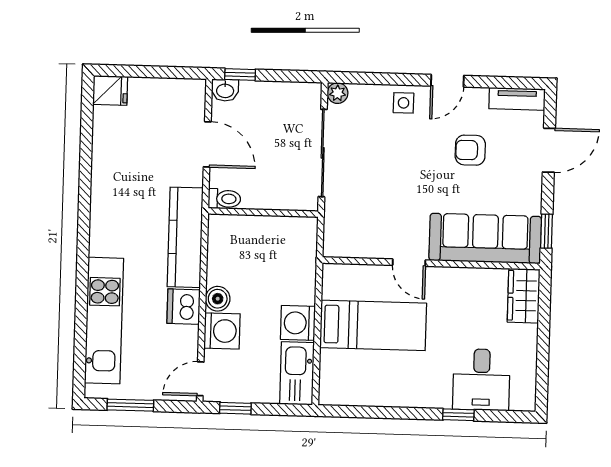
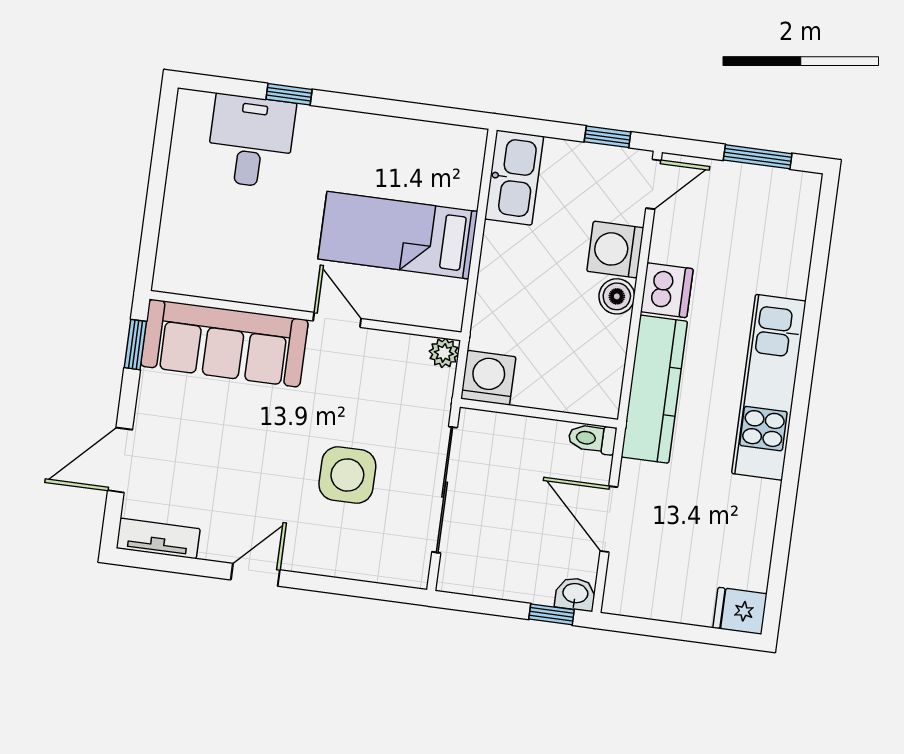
plant: (338, 93) -> (444, 353), moved
side table: (404, 103) -> (347, 475), moved, width x1.87, depth x1.87
armchair: (470, 150) -> (233, 472), removed
wardrobe: (524, 296) -> (178, 255), removed
kitchen unit: (104, 321) -> (769, 387), moved
washing machine: (298, 323) -> (488, 378), moved, turned -90

